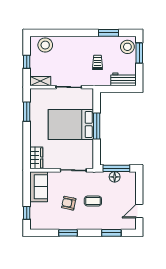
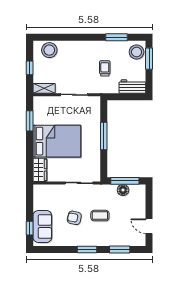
bed: (71, 125) -> (57, 141), moved, turned 180
sofa: (39, 187) -> (42, 226), moved
door: (139, 211) -> (149, 226), hinge flipped
window: (68, 233) -> (87, 249), moved

